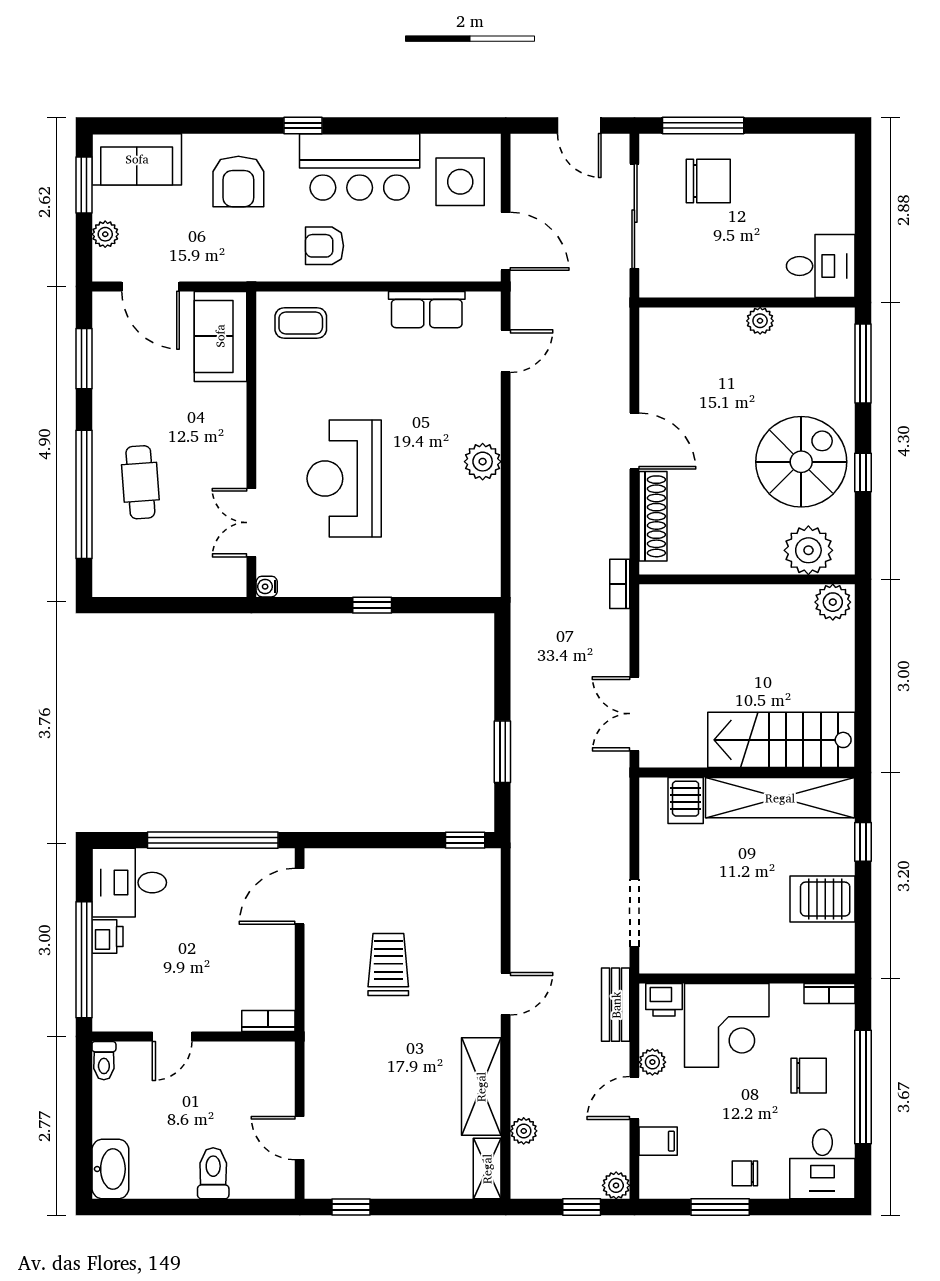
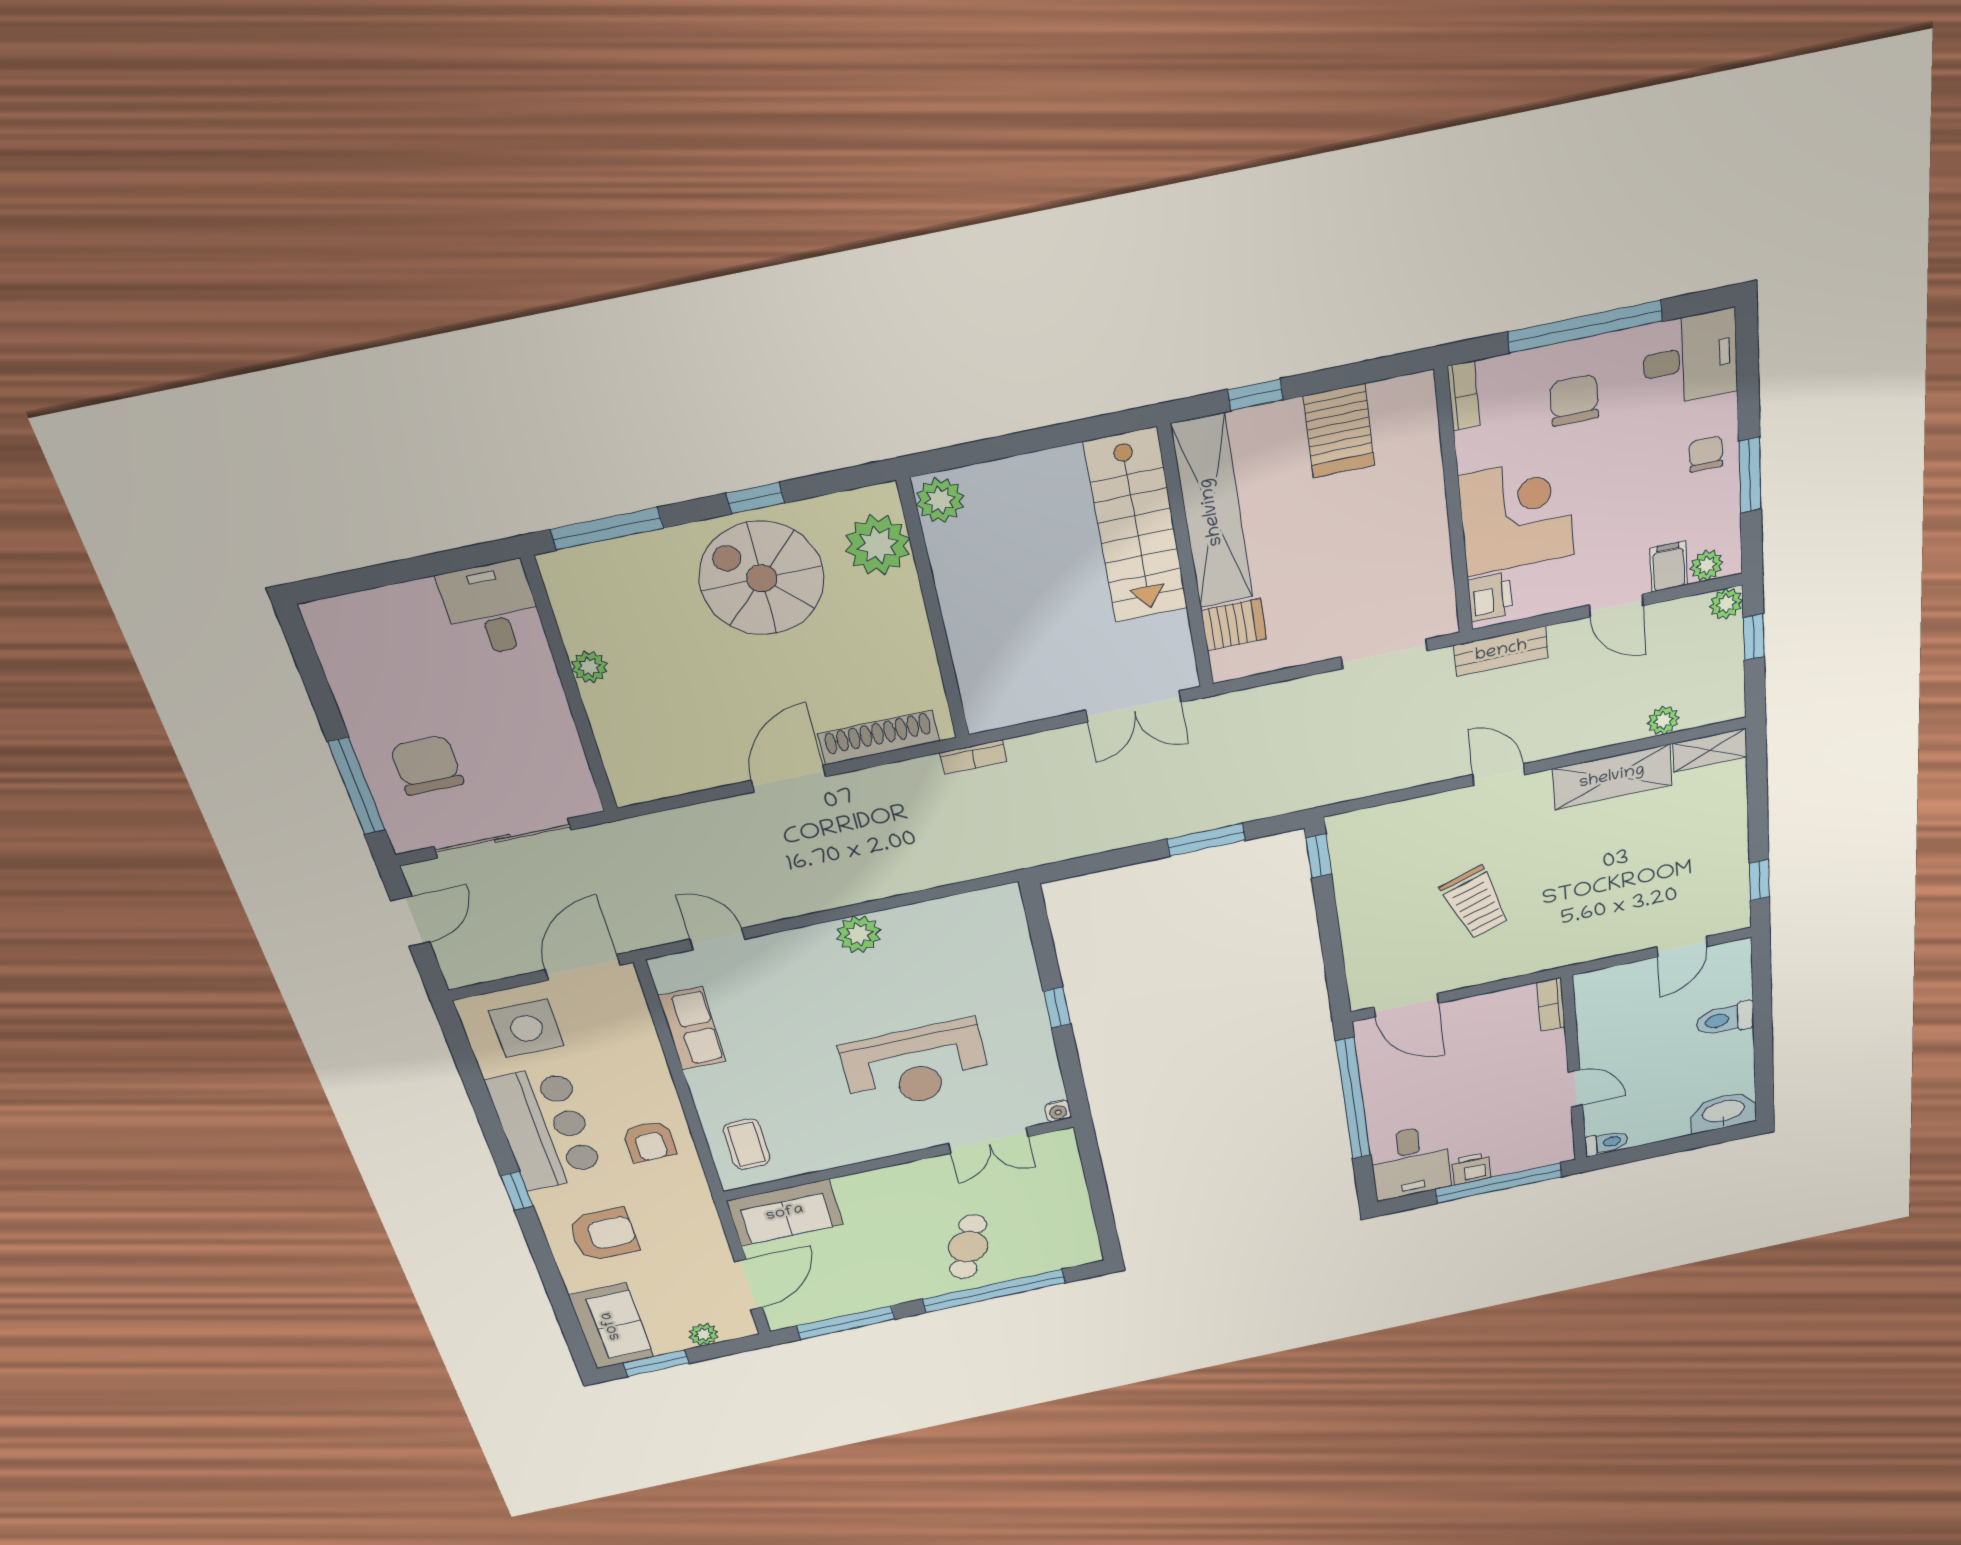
window: (84, 359) -> (846, 1323), width x1.44
cafe table: (140, 482) -> (968, 1247), turned -65
trolley: (388, 964) -> (1475, 903), turned -109
plant: (652, 1062) -> (1707, 565), moved
chair: (745, 1173) -> (1706, 454), turned 180

